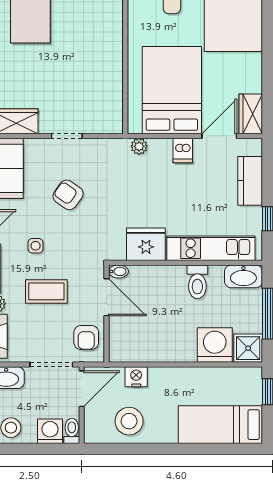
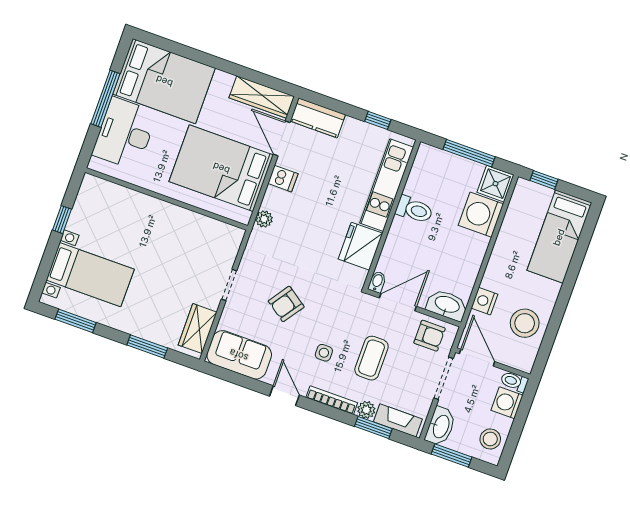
wardrobe: (251, 114) -> (262, 97), width x1.50
kitchen counter: (250, 181) -> (318, 118), moved
washbasin: (243, 276) -> (447, 305), moved, turned -90

